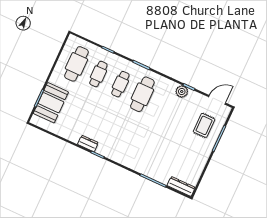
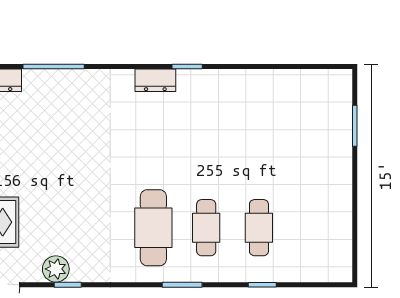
cafe table: (76, 64) -> (312, 228), removed
plant: (182, 92) -> (56, 269), moved
booth: (51, 103) -> (327, 128), removed
dresser: (88, 144) -> (155, 80), moved

